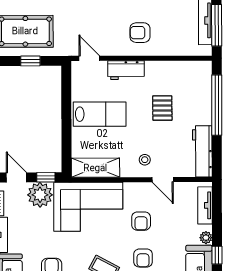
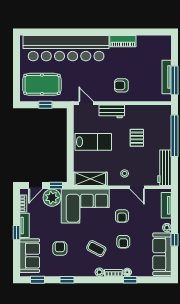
door: (16, 177) -> (36, 186), swing flipped

